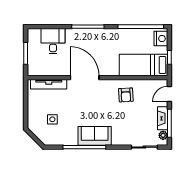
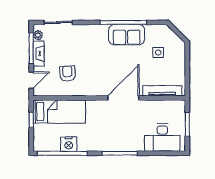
nightstand: (161, 39) -> (69, 144), moved, turned -90
desk: (53, 41) -> (162, 138), width x1.37
door: (85, 78) -> (123, 98), swing flipped
armchair: (126, 95) -> (67, 73), moved
sofa: (95, 136) -> (127, 35), moved

